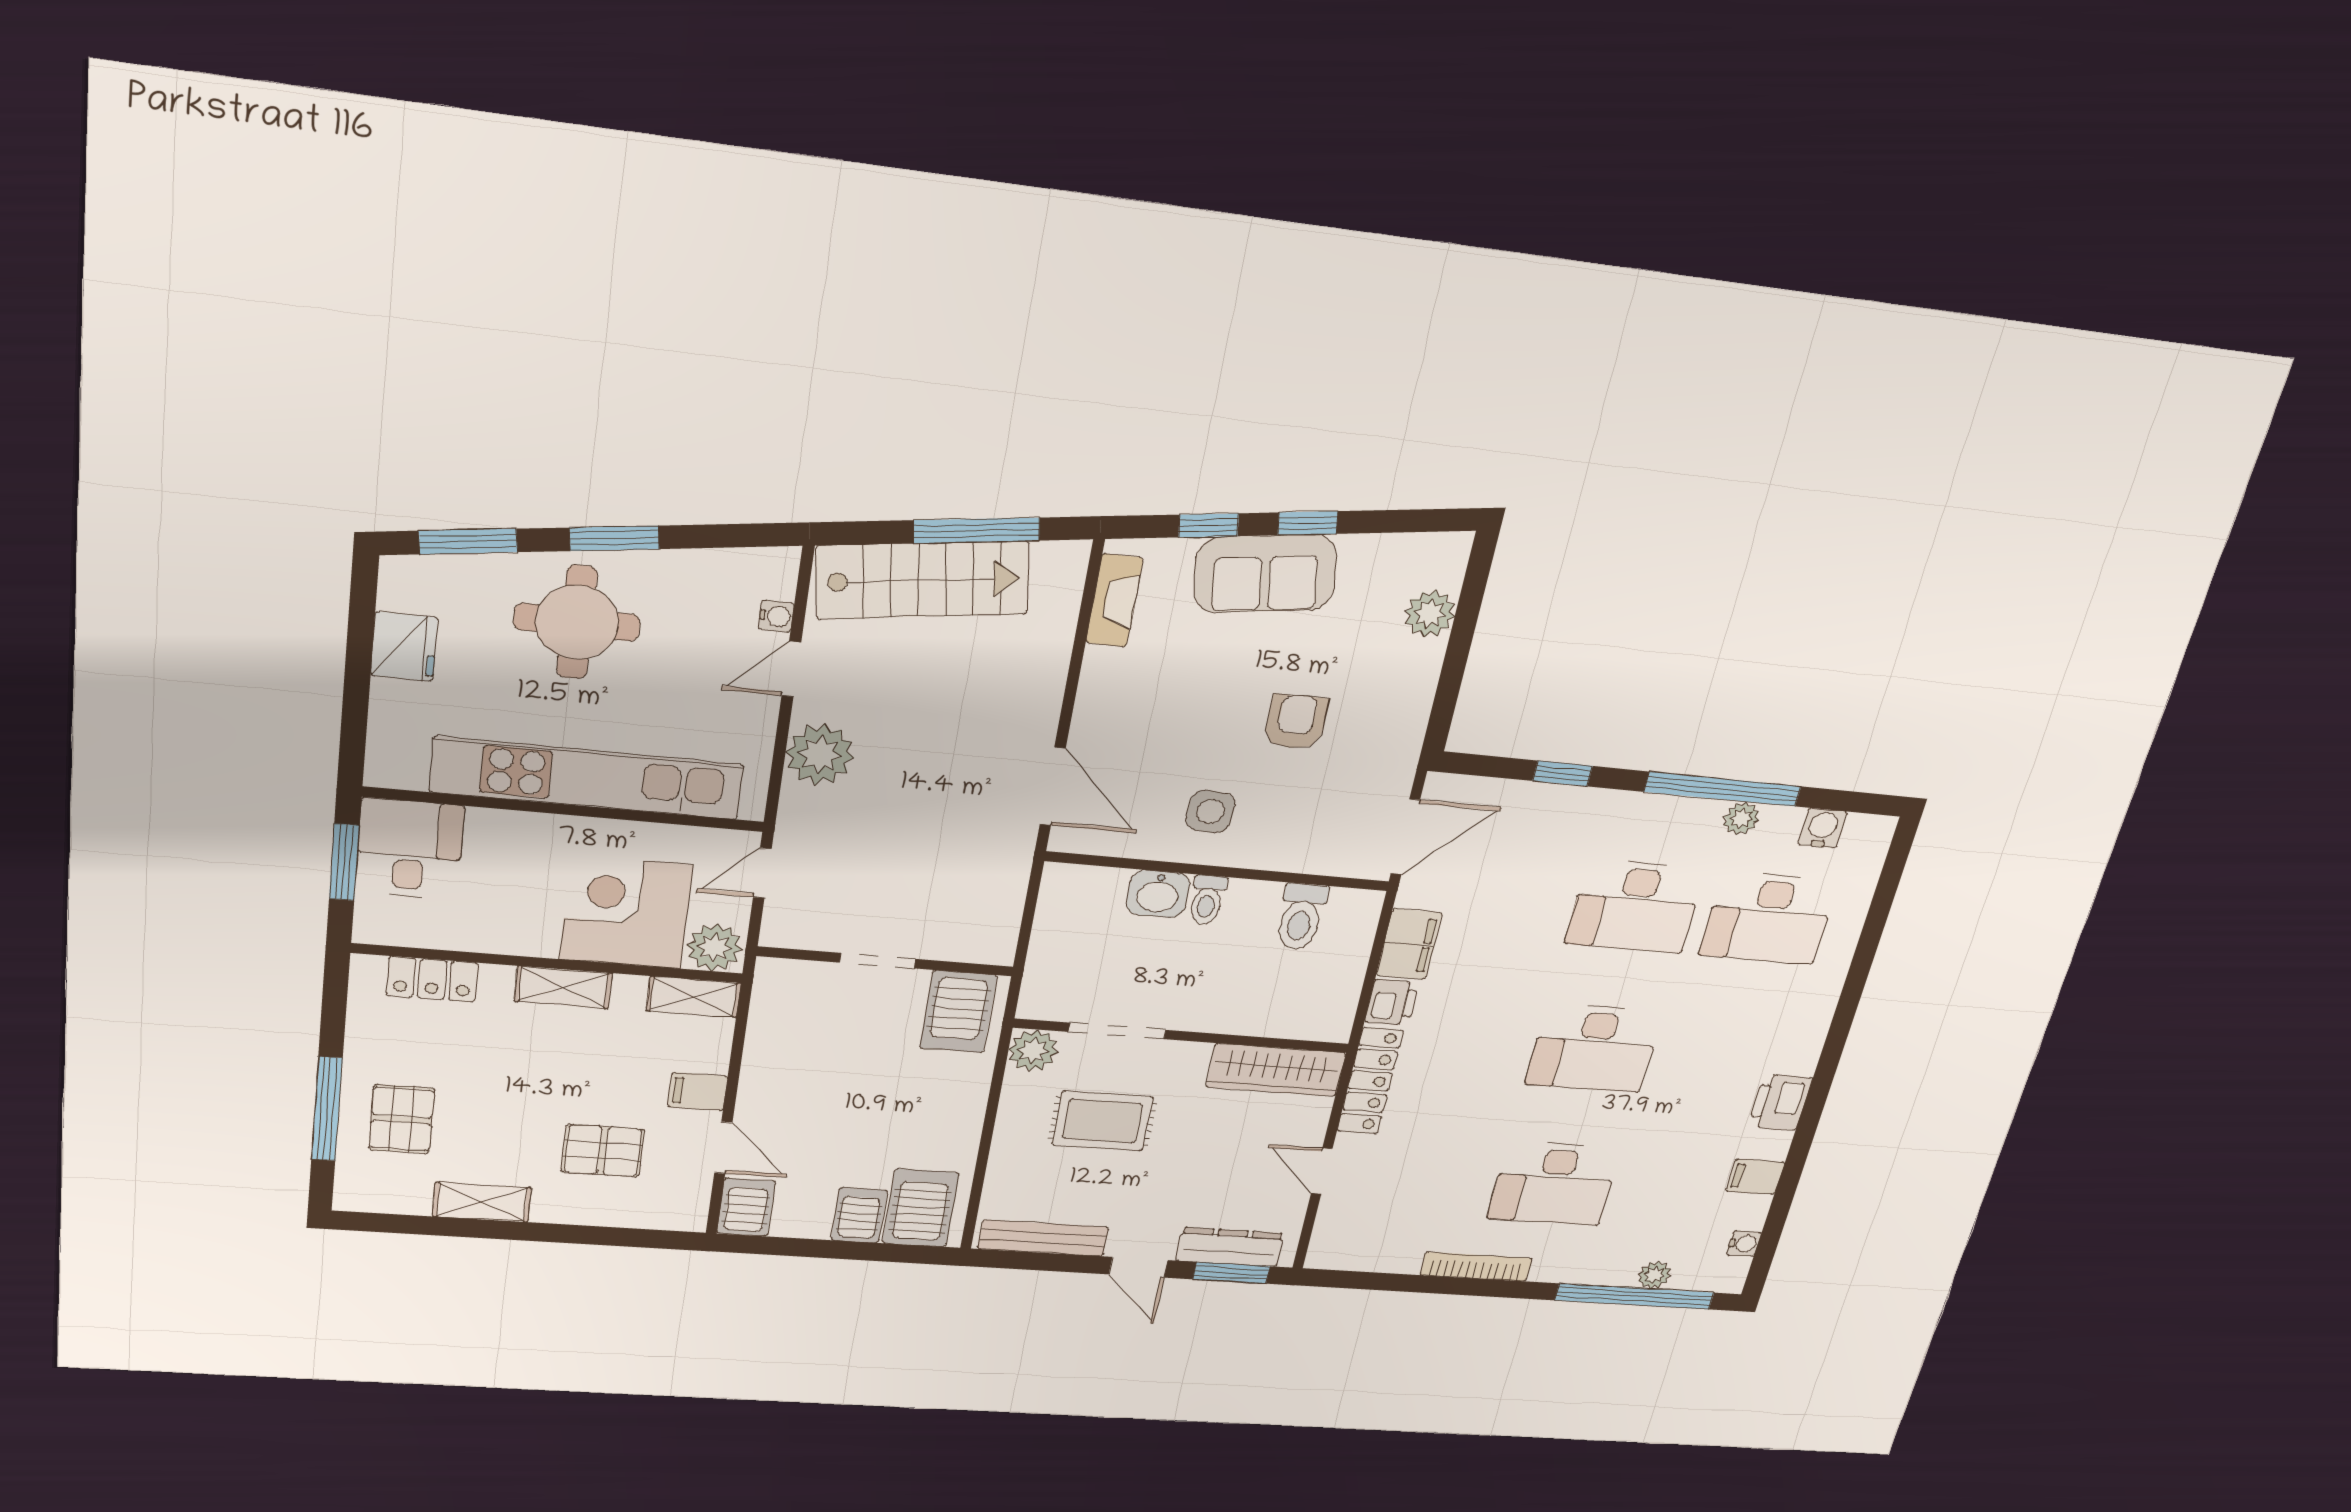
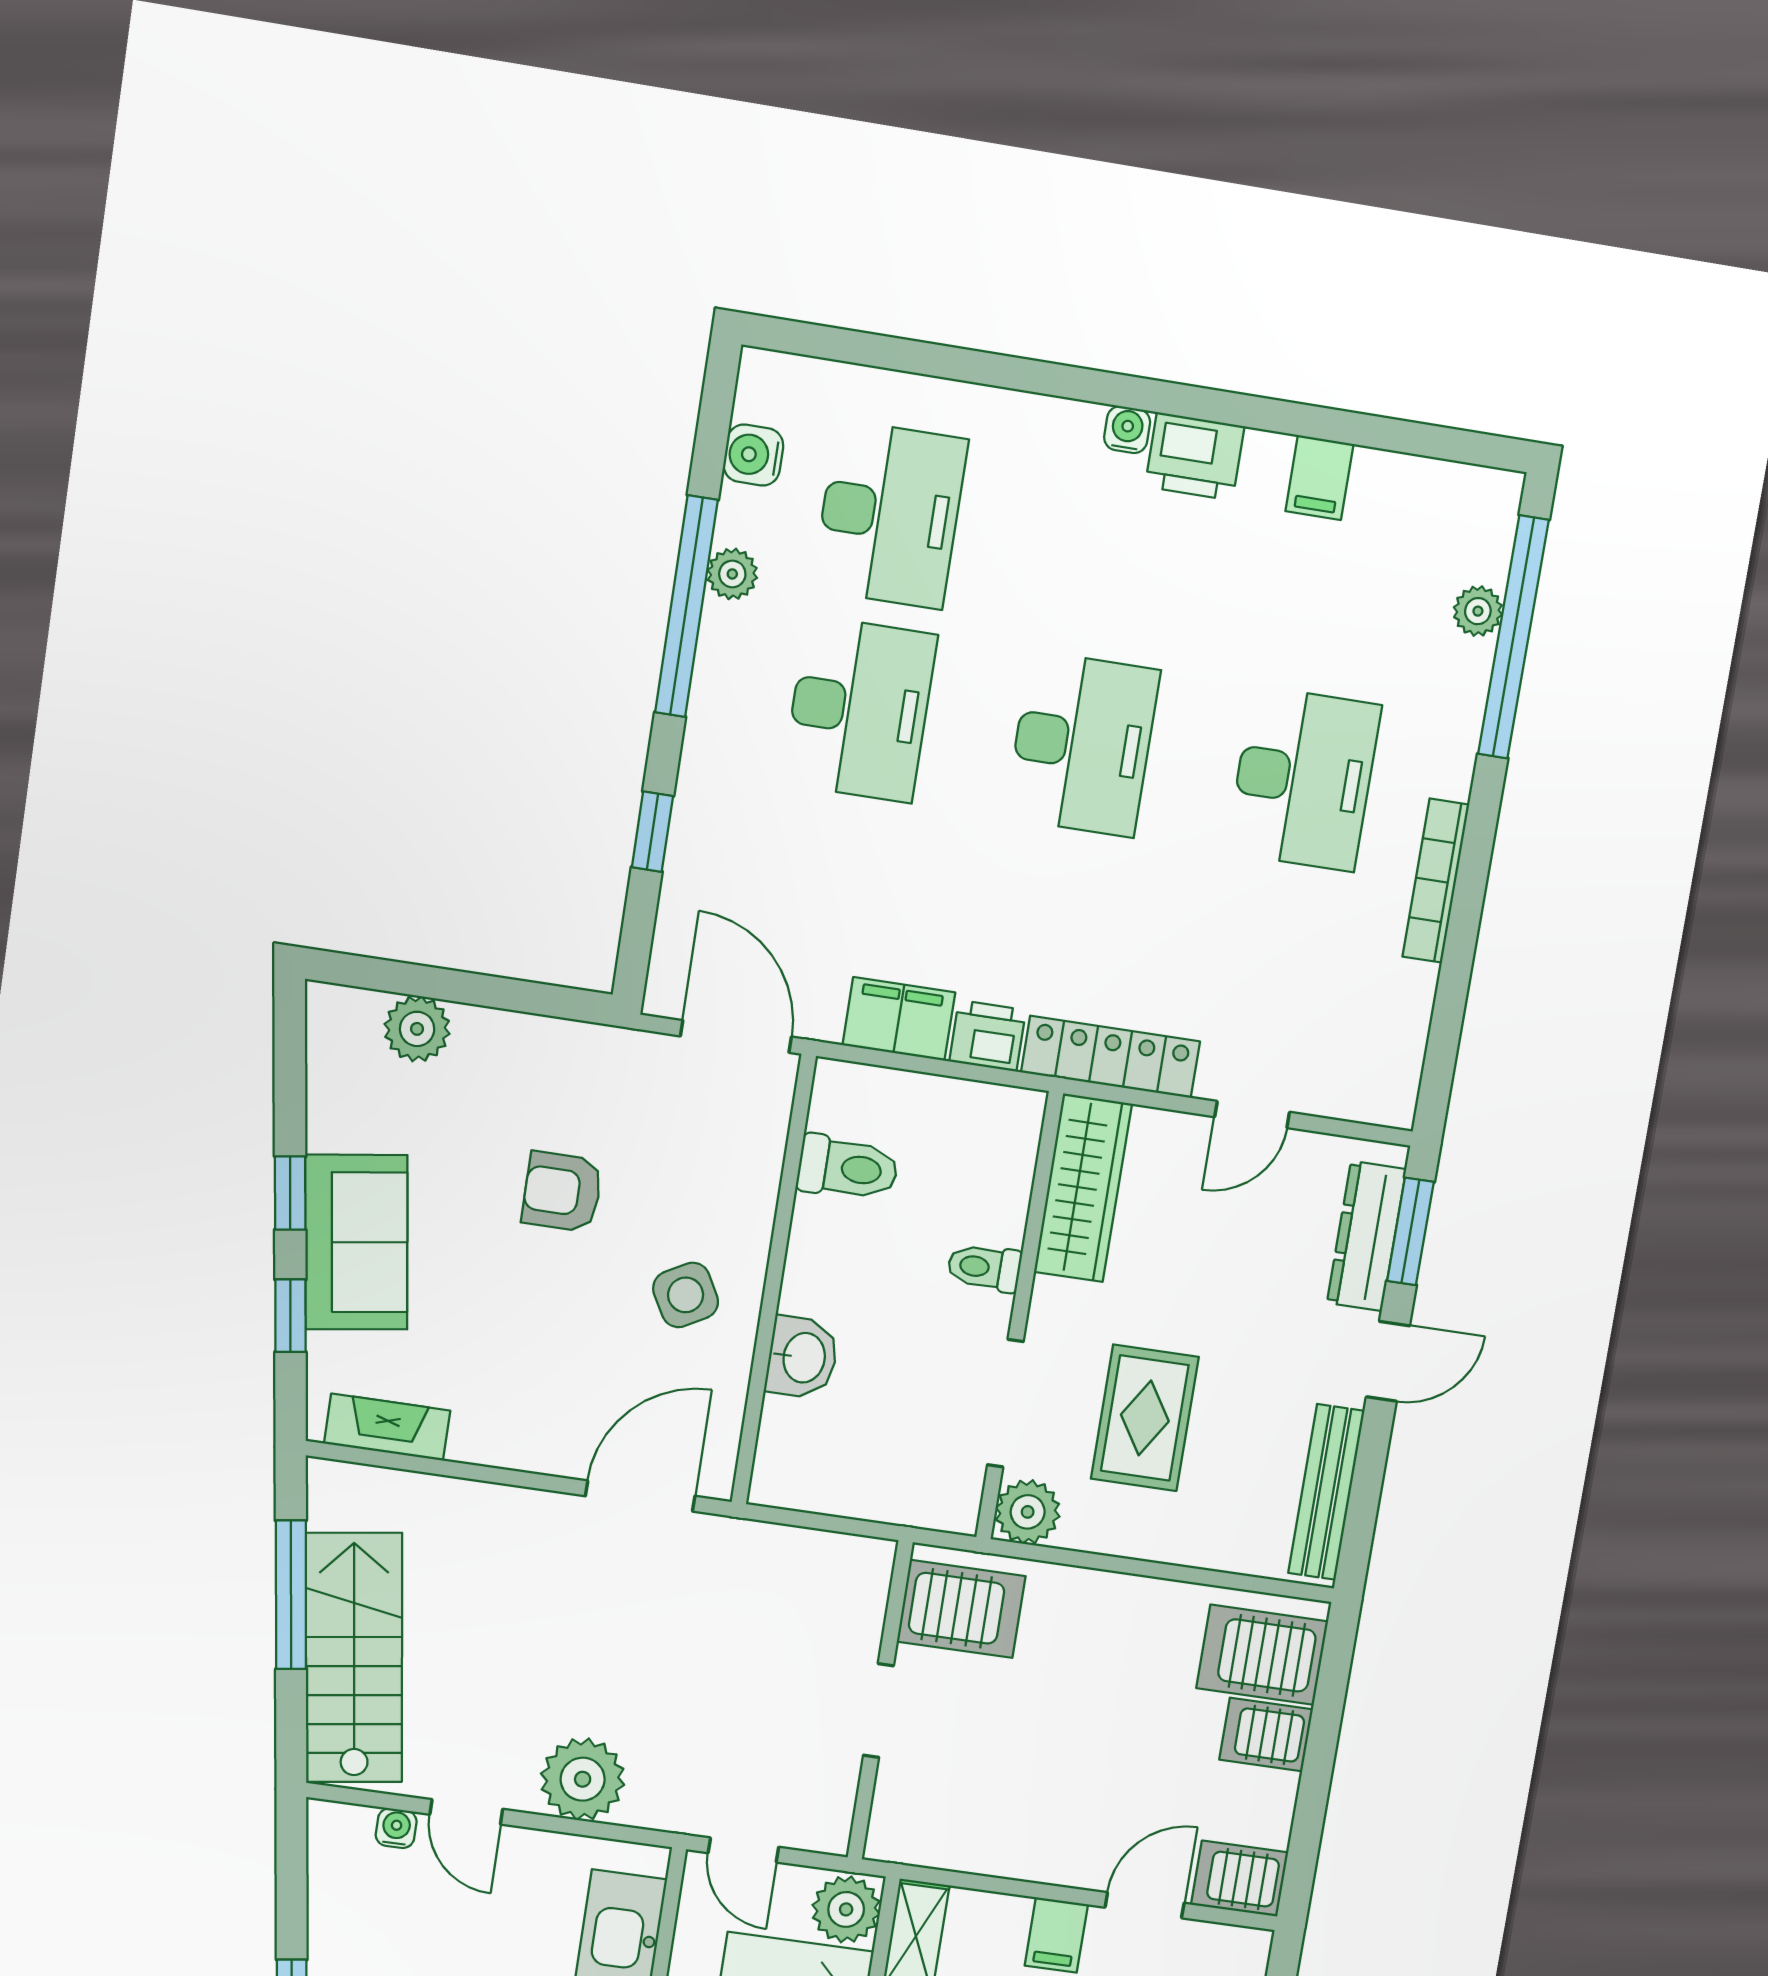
side table: (1210, 812) -> (686, 1295), turned -34
toilet: (1207, 900) -> (984, 1268), moved, turned 180
water cooler: (1744, 1244) -> (1127, 430), moved

